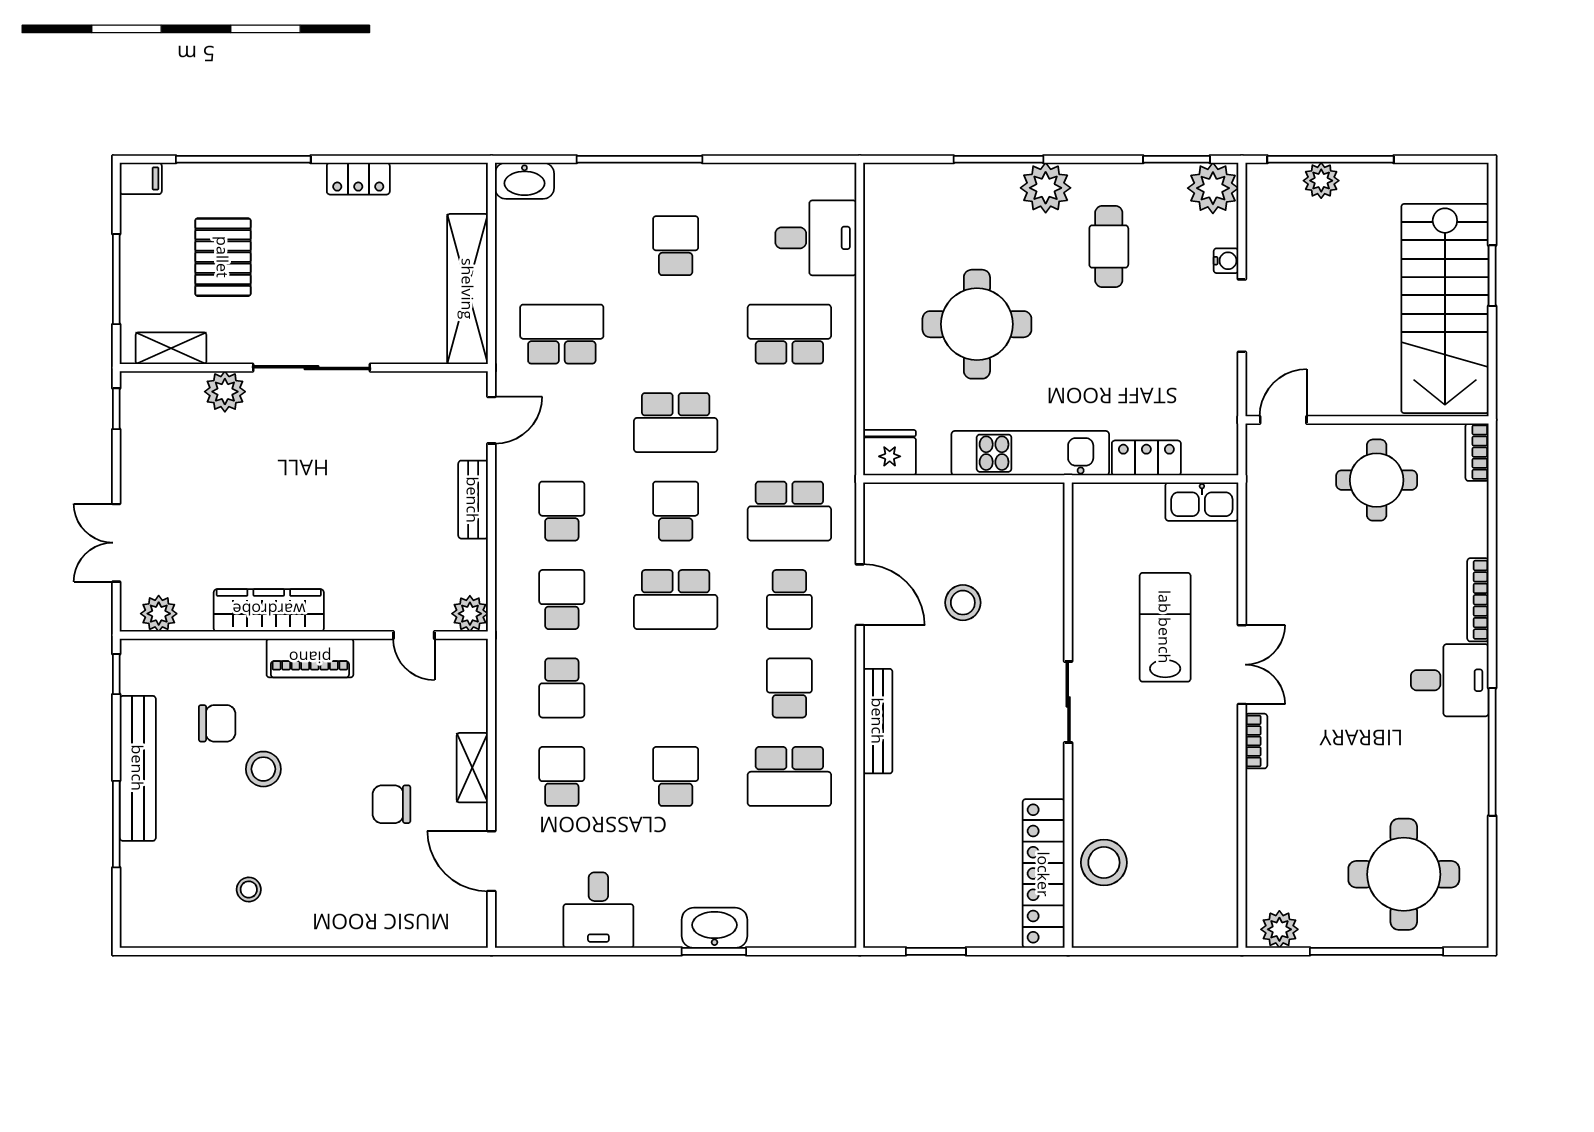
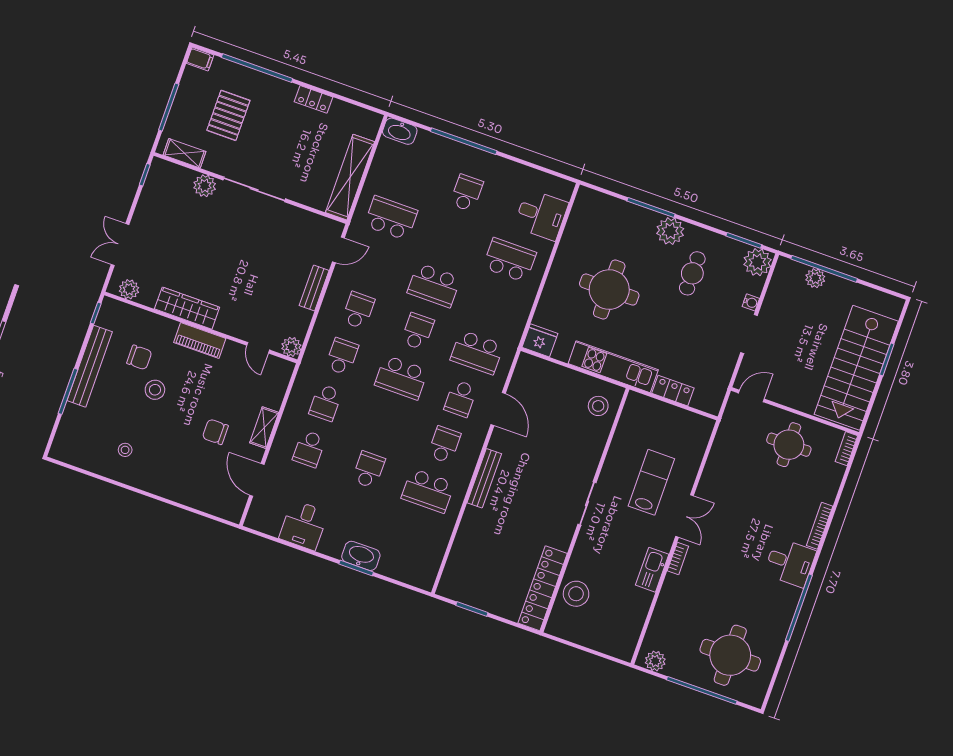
kitchen sink: (1202, 502) -> (652, 570), moved, turned 90
stool: (963, 603) -> (598, 406), moved
school desk: (562, 776) -> (309, 449), turned 180

